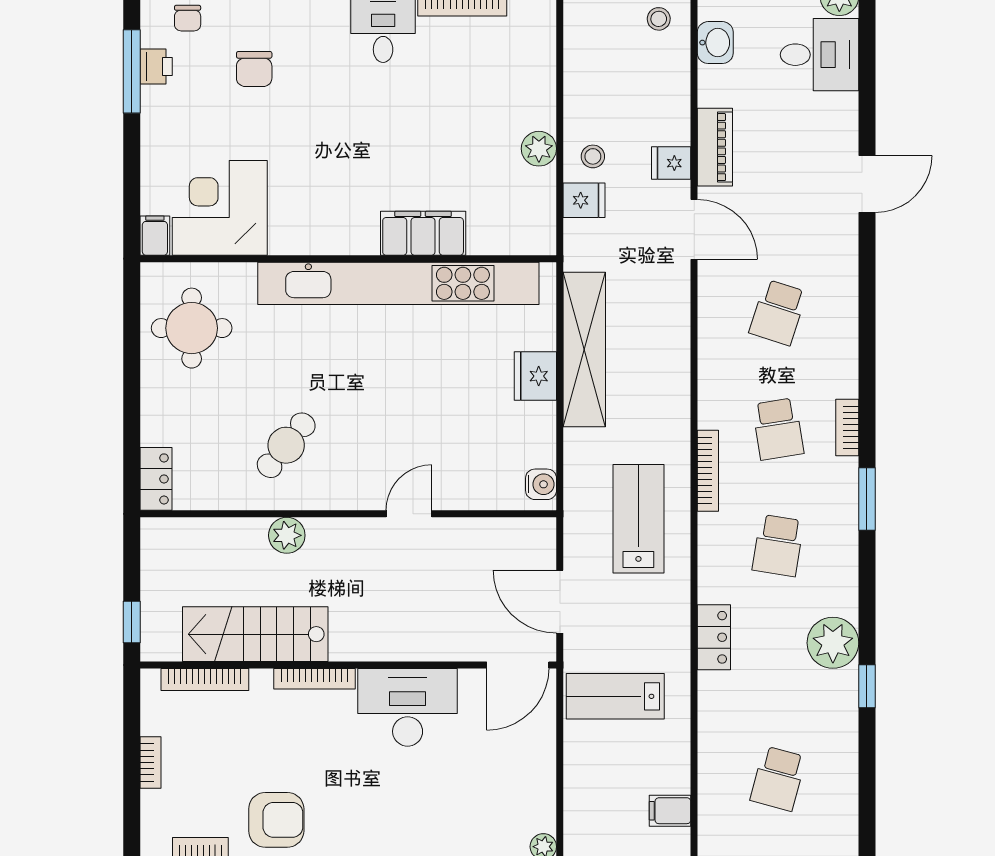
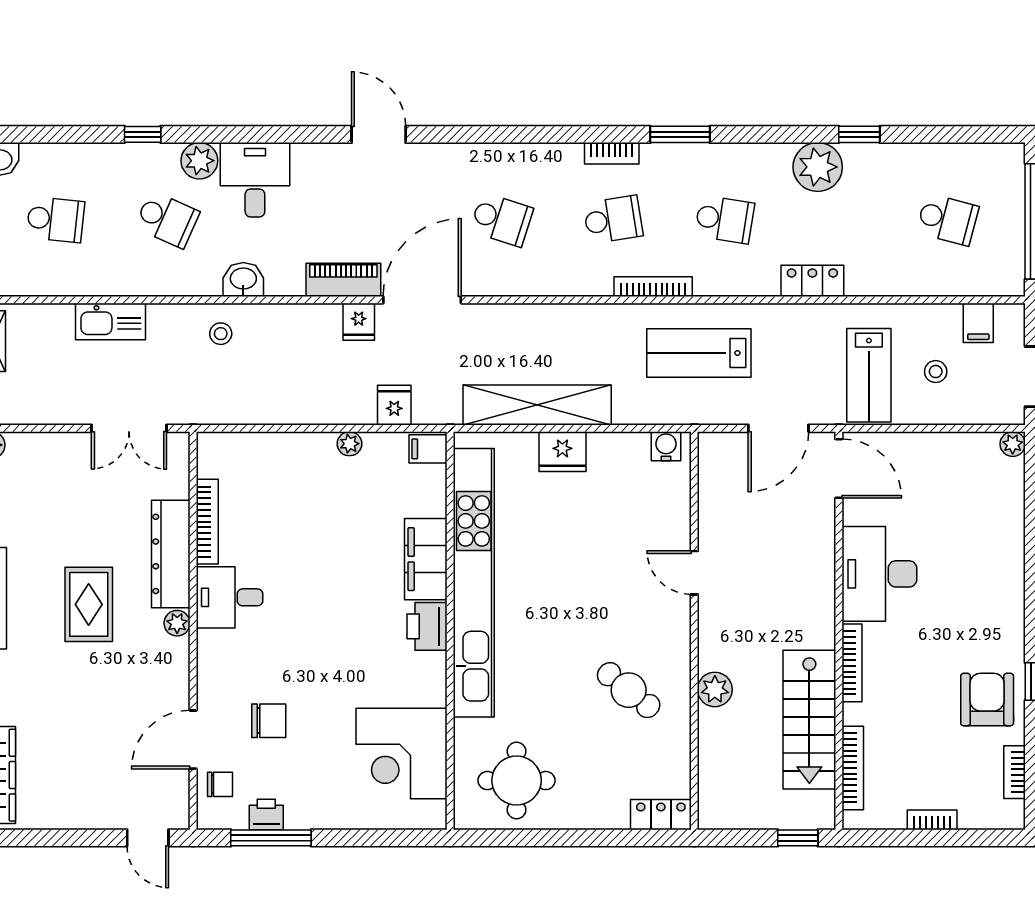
plant: (539, 149) -> (349, 444), width x0.73, depth x0.73
stool: (593, 156) -> (936, 372), moved
door: (694, 229) -> (422, 300), width x1.36
printer: (353, 235) -> (427, 626), added
filing cabinet: (155, 236) -> (428, 449), moved

